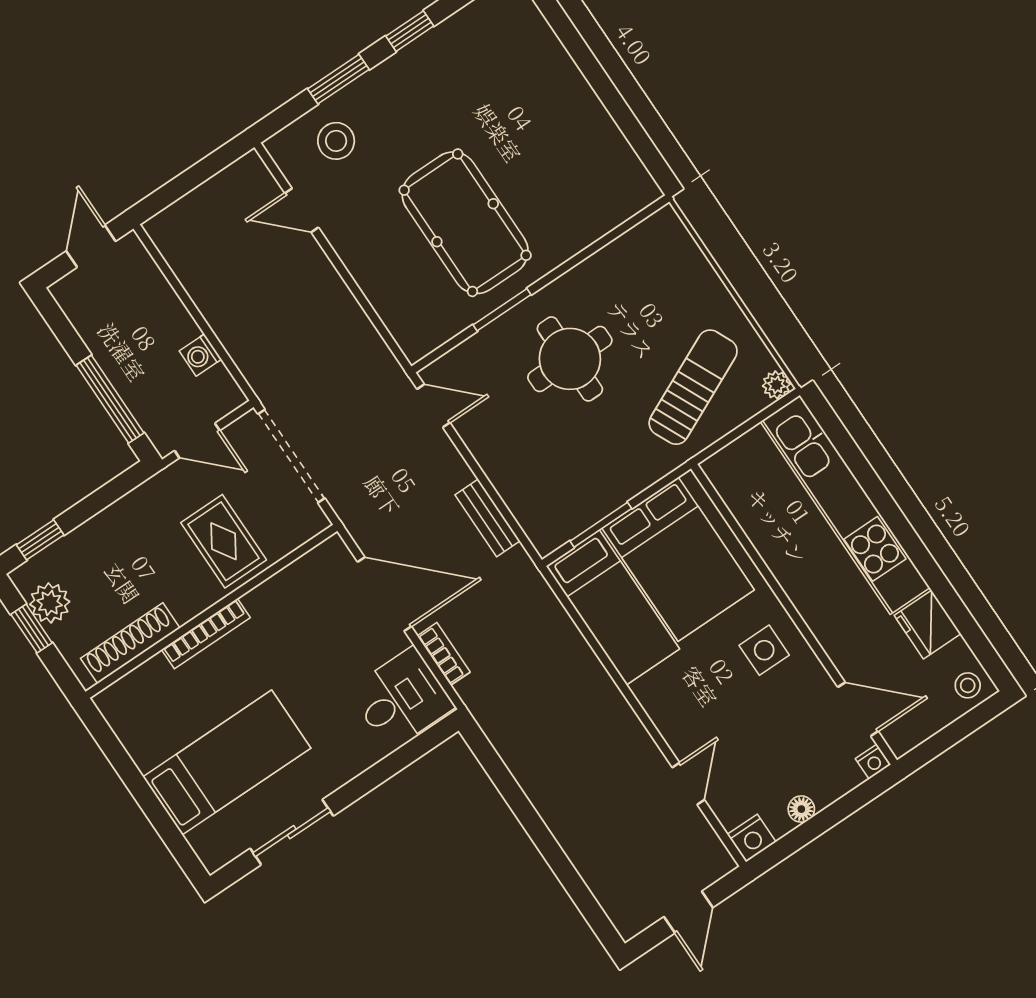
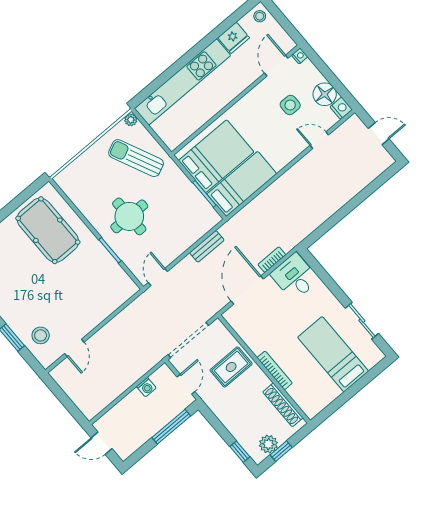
pool table: (465, 223) -> (48, 230), moved, turned 90
side table: (764, 650) -> (290, 105), moved
floor lamp: (801, 809) -> (325, 94), width x1.89, depth x1.89

